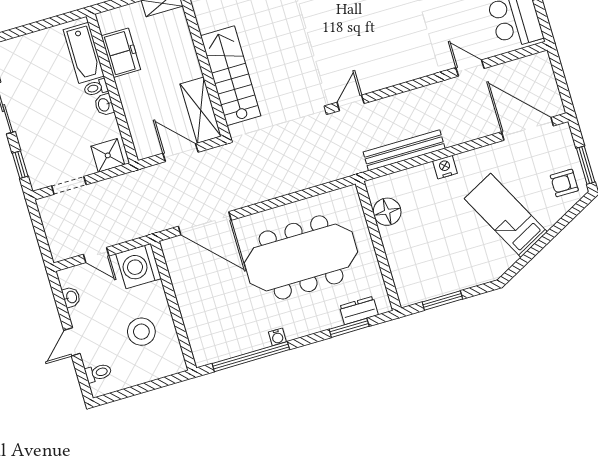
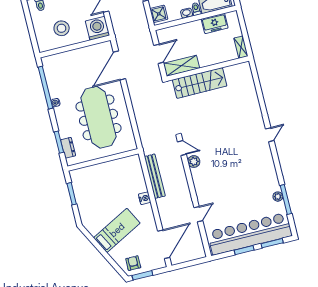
plant: (374, 80) -> (194, 162), added
floor lamp: (387, 212) -> (122, 165), removed

